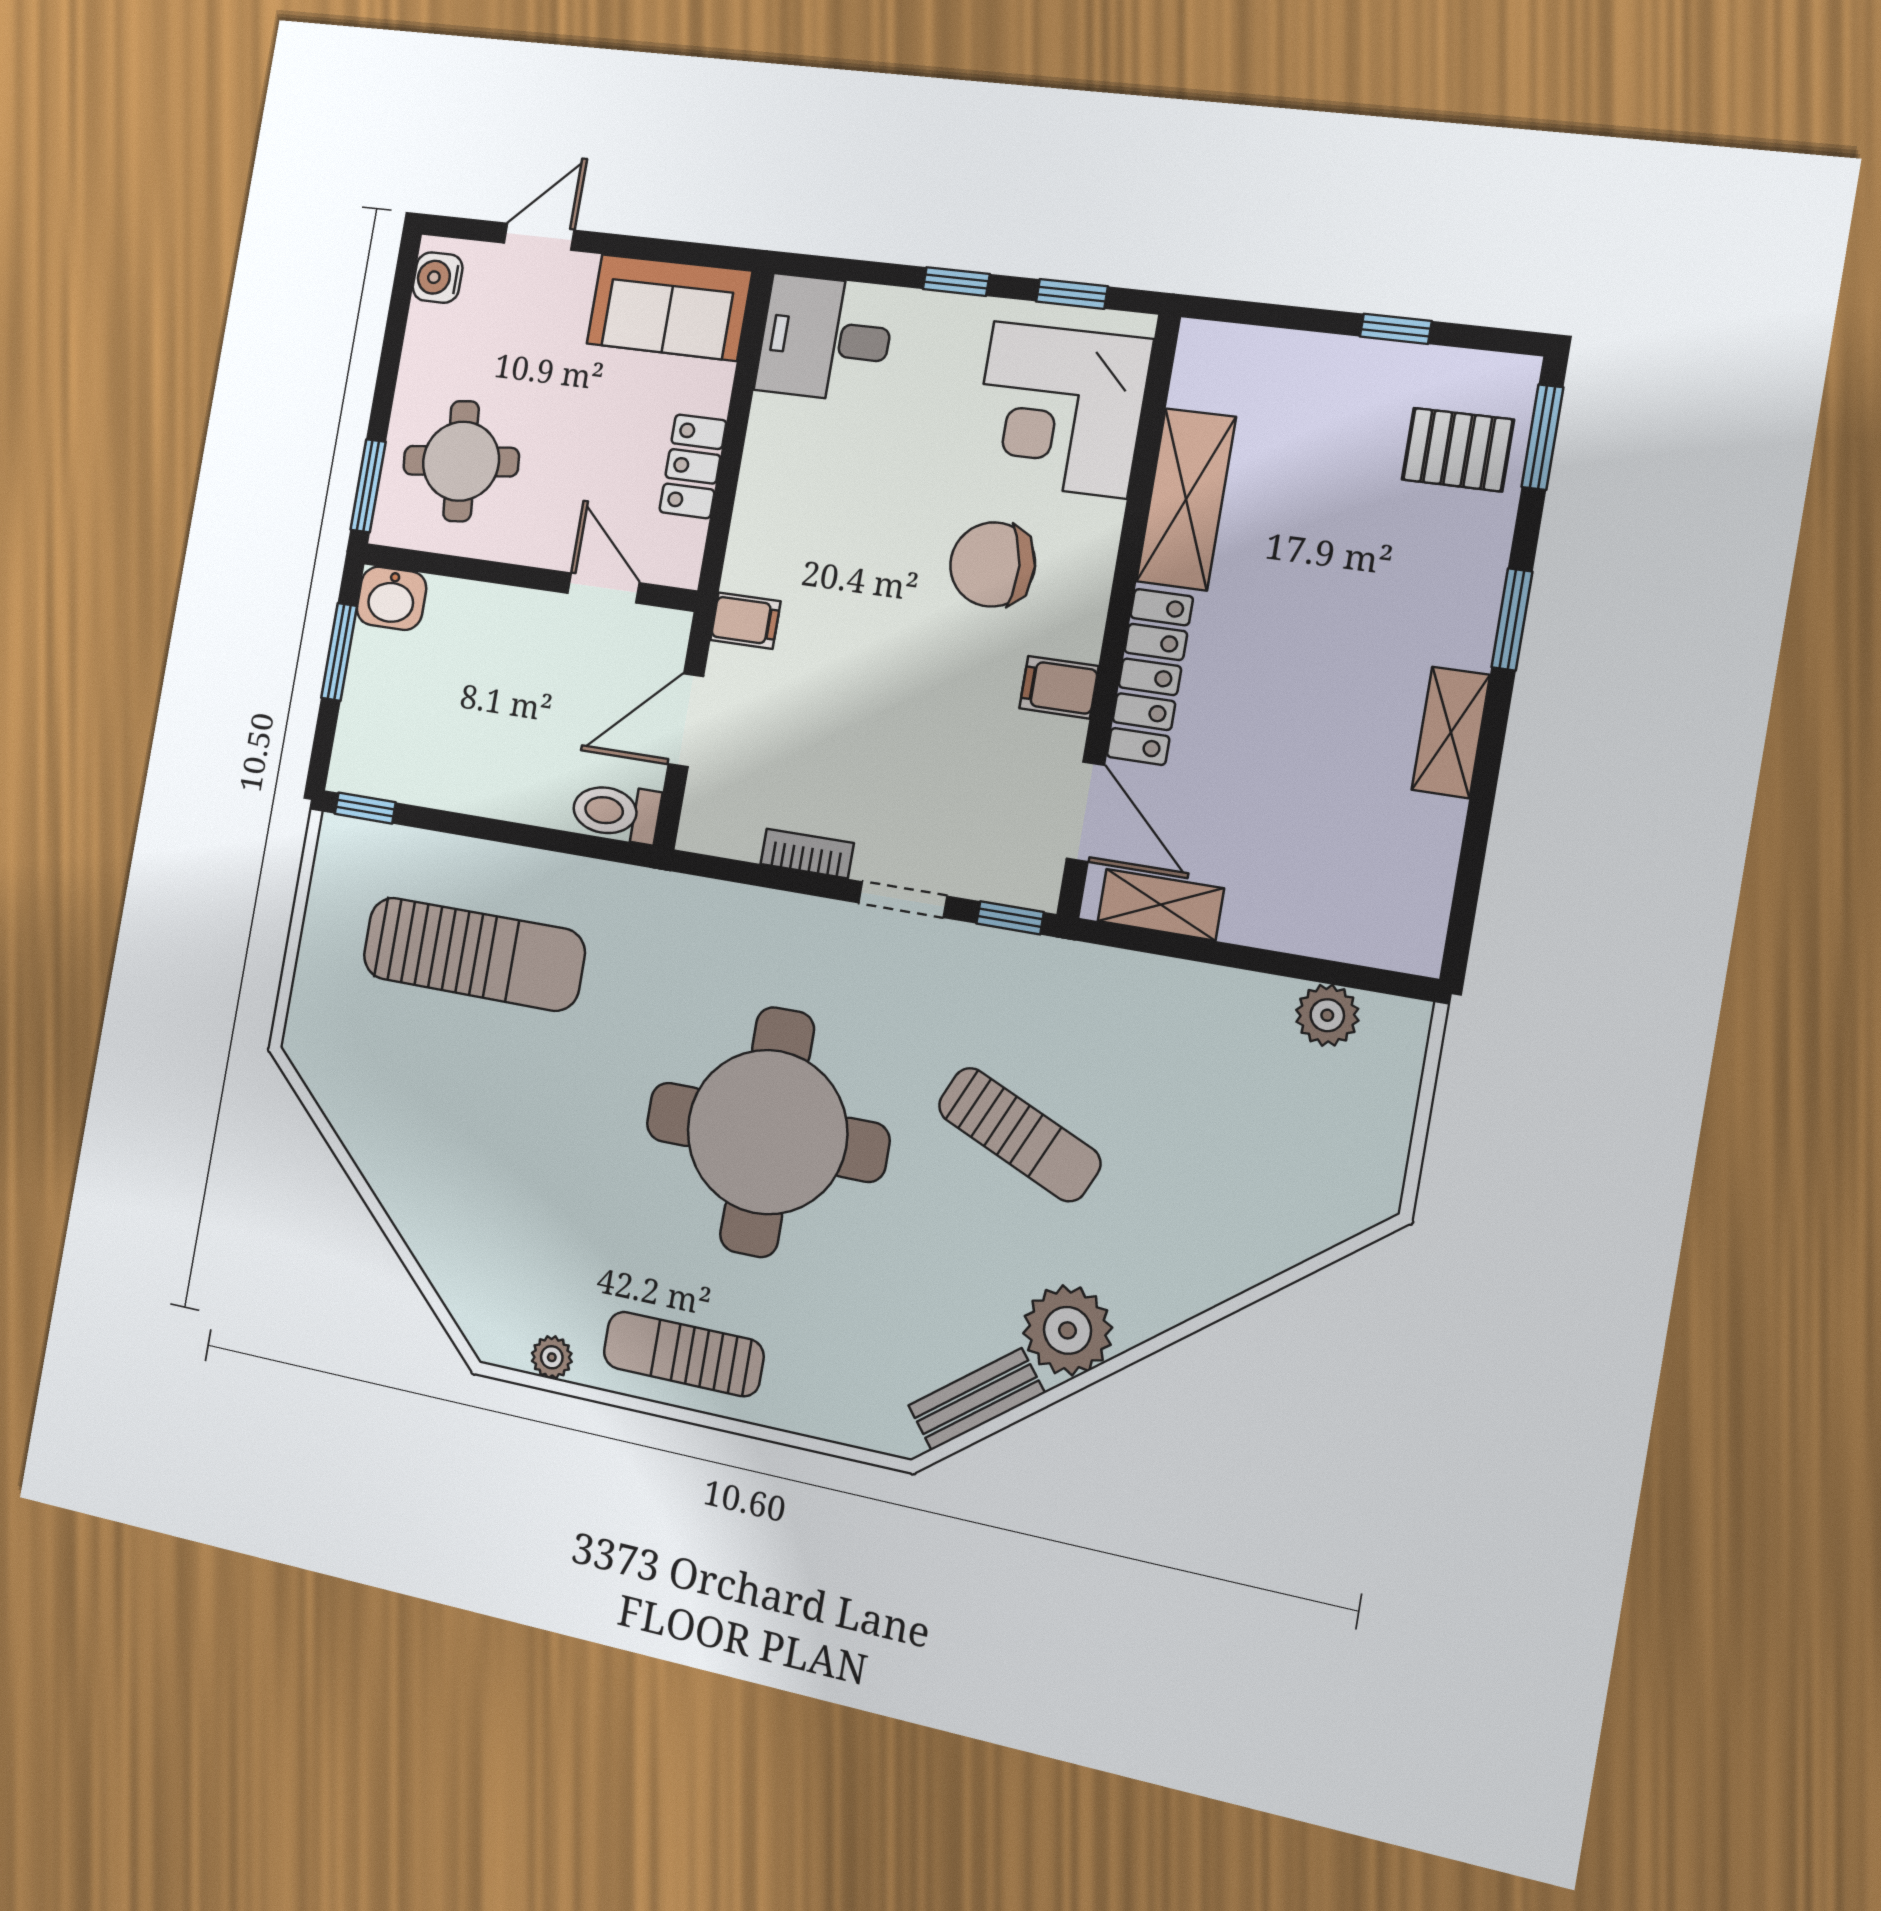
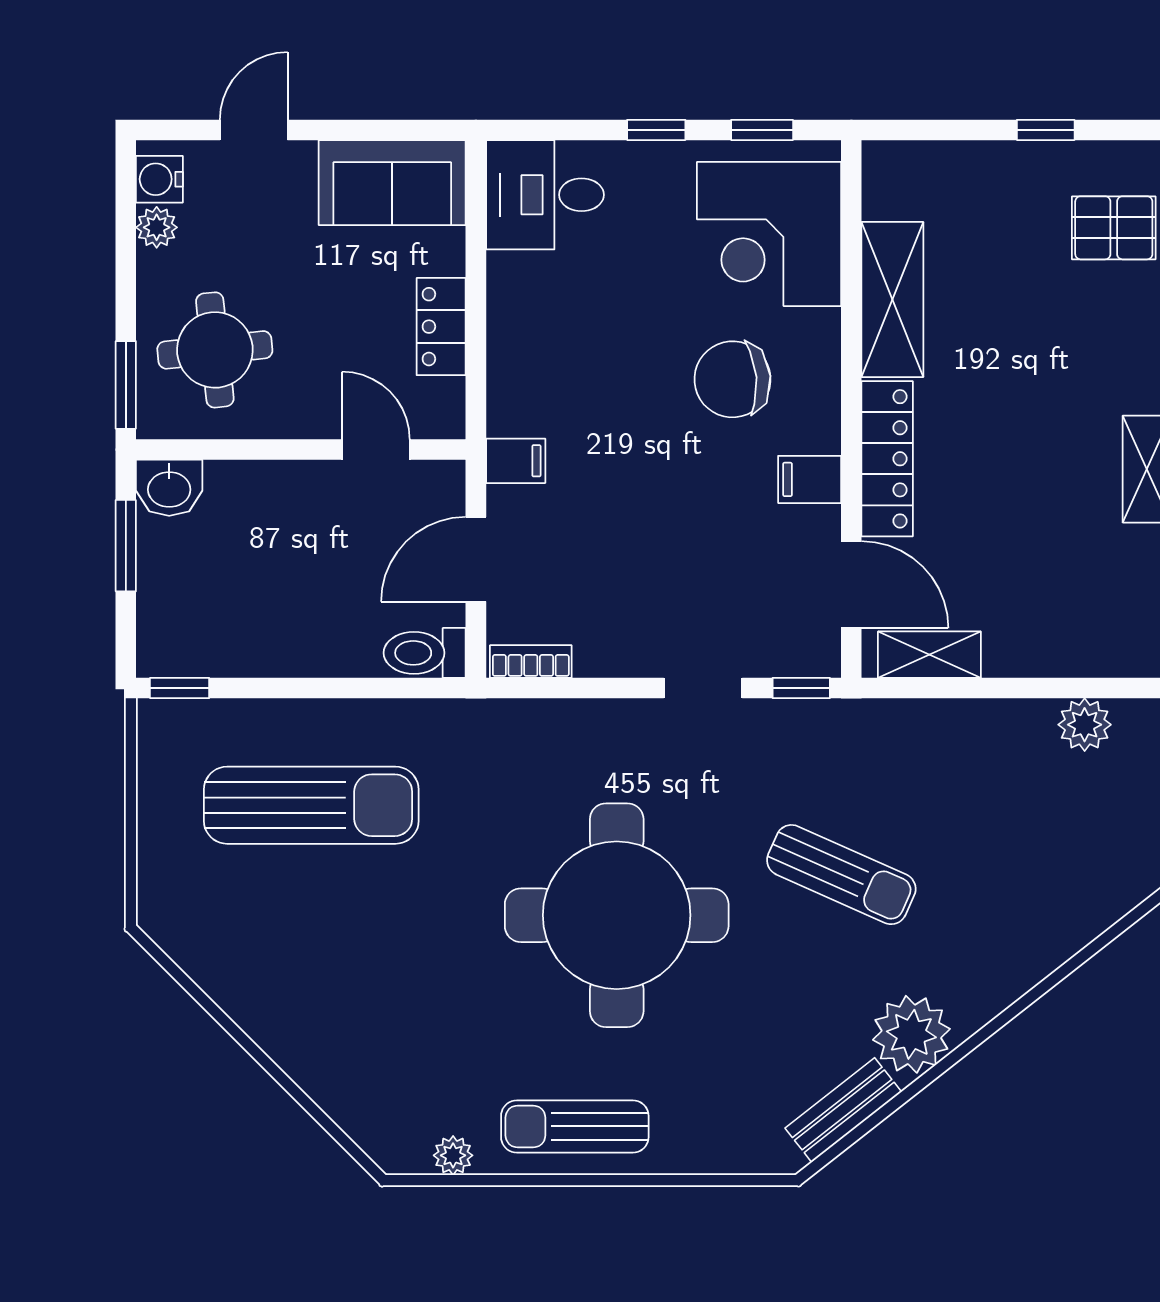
plant: (426, 327) -> (157, 227), added
bookcase: (807, 854) -> (531, 662), moved

